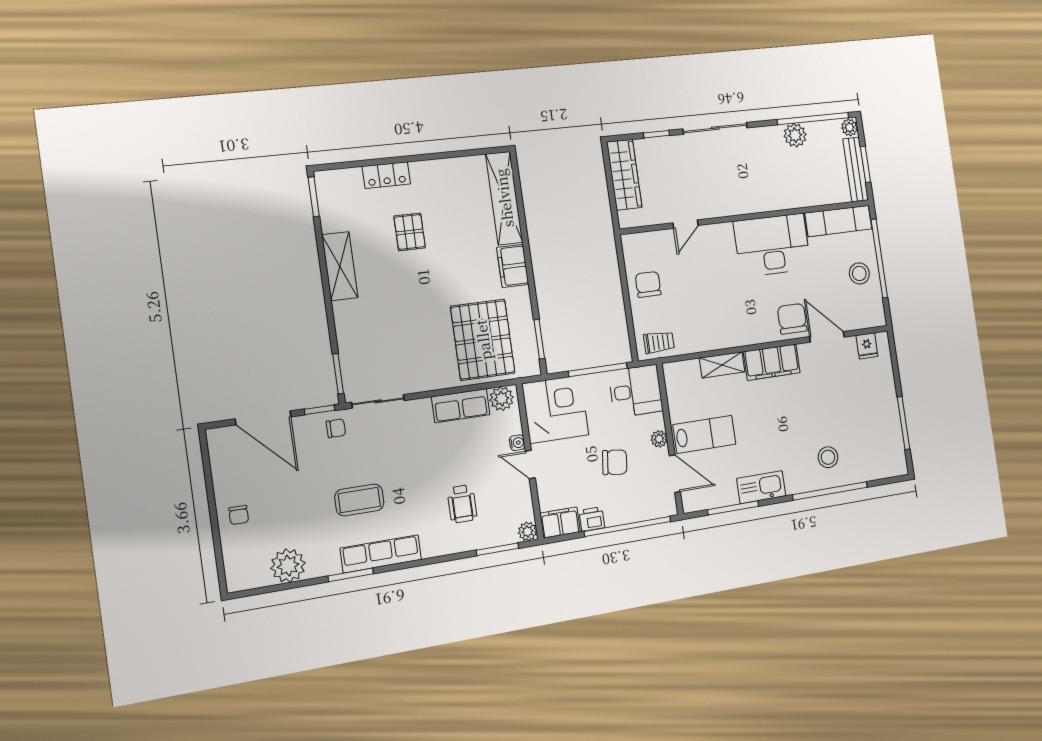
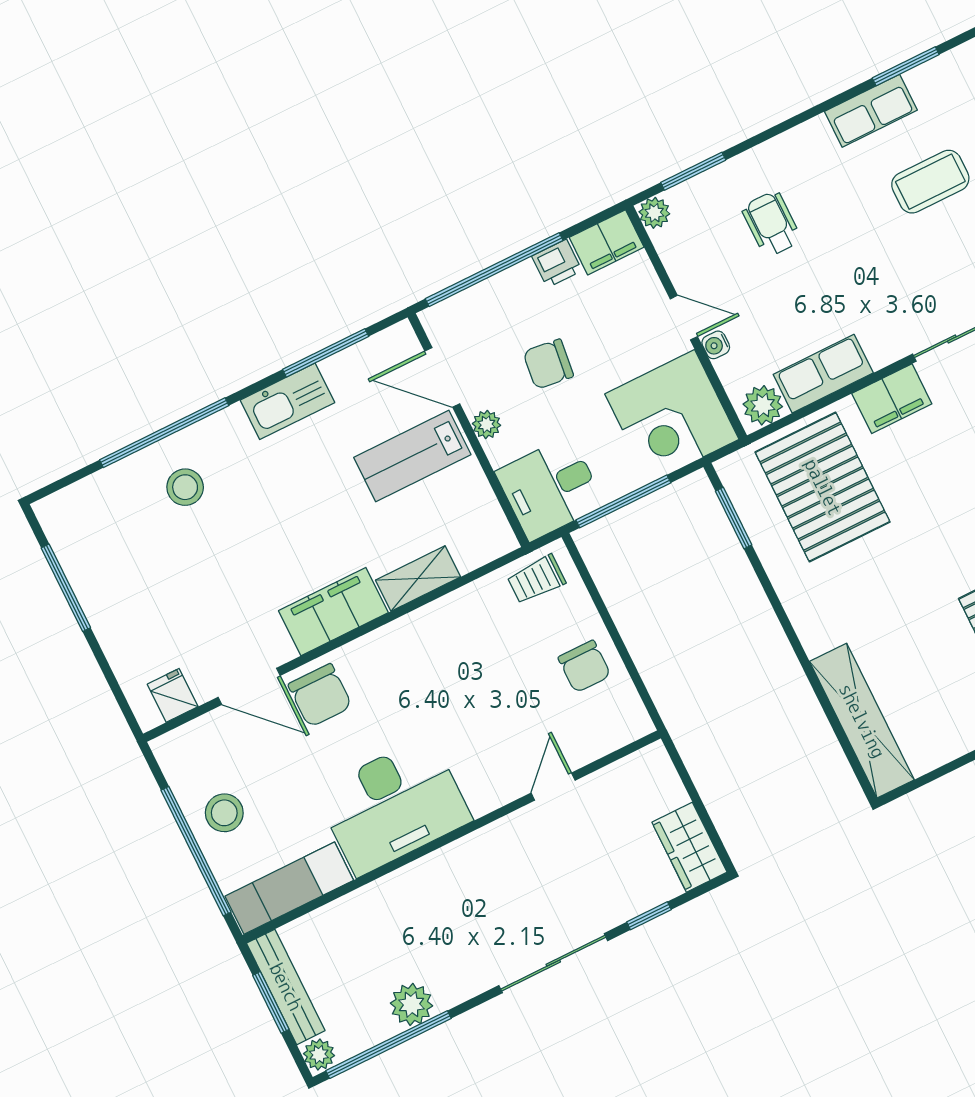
wardrobe: (624, 175) -> (689, 847), width x0.67
filing cabinet: (513, 266) -> (892, 399), moved, turned 90
row of seats: (381, 554) -> (871, 111), width x0.68

